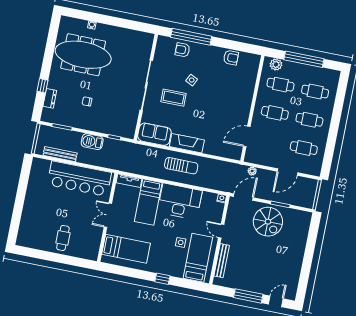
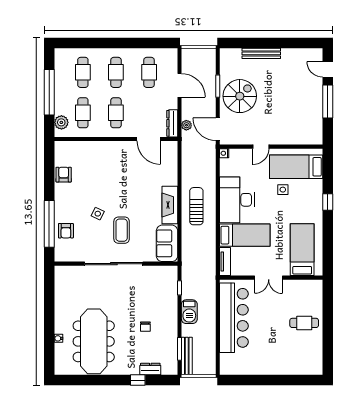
bench: (60, 154) -> (187, 356), moved
dresser: (256, 159) -> (172, 123), added
bench: (222, 261) -> (261, 53), moved

